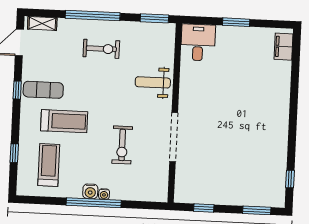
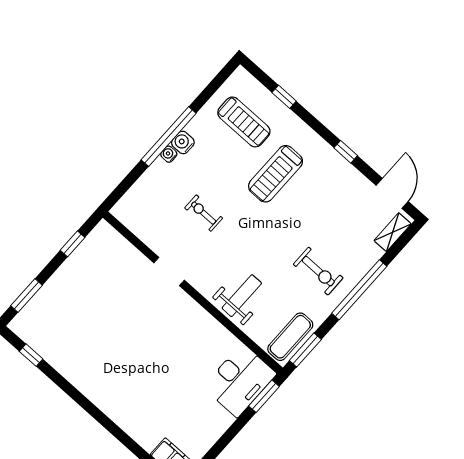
window: (236, 22) -> (264, 396), moved
desk: (198, 42) -> (240, 380), width x1.37
exercise bike: (101, 49) -> (318, 271), turned -90
exercise mat: (43, 90) -> (290, 337), moved
doorway: (174, 137) -> (169, 272), width x0.53
exercise bike: (122, 145) -> (204, 213), width x0.73, depth x0.72

